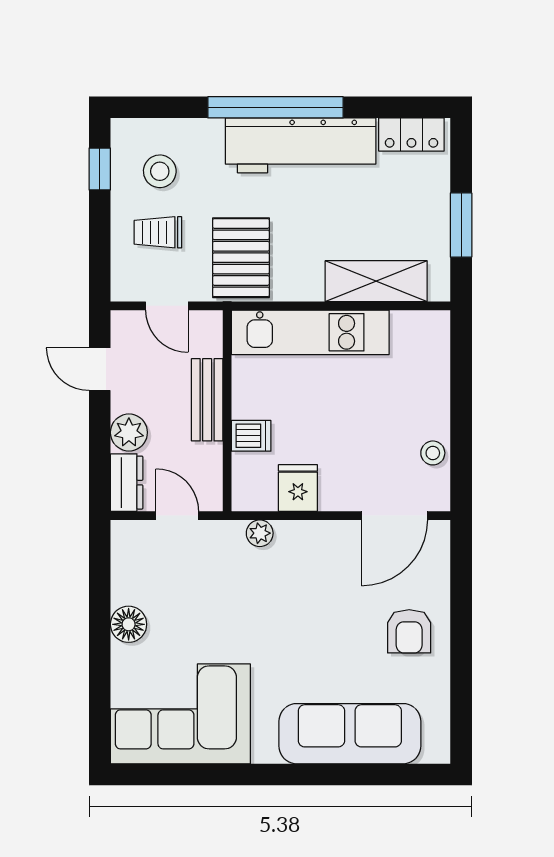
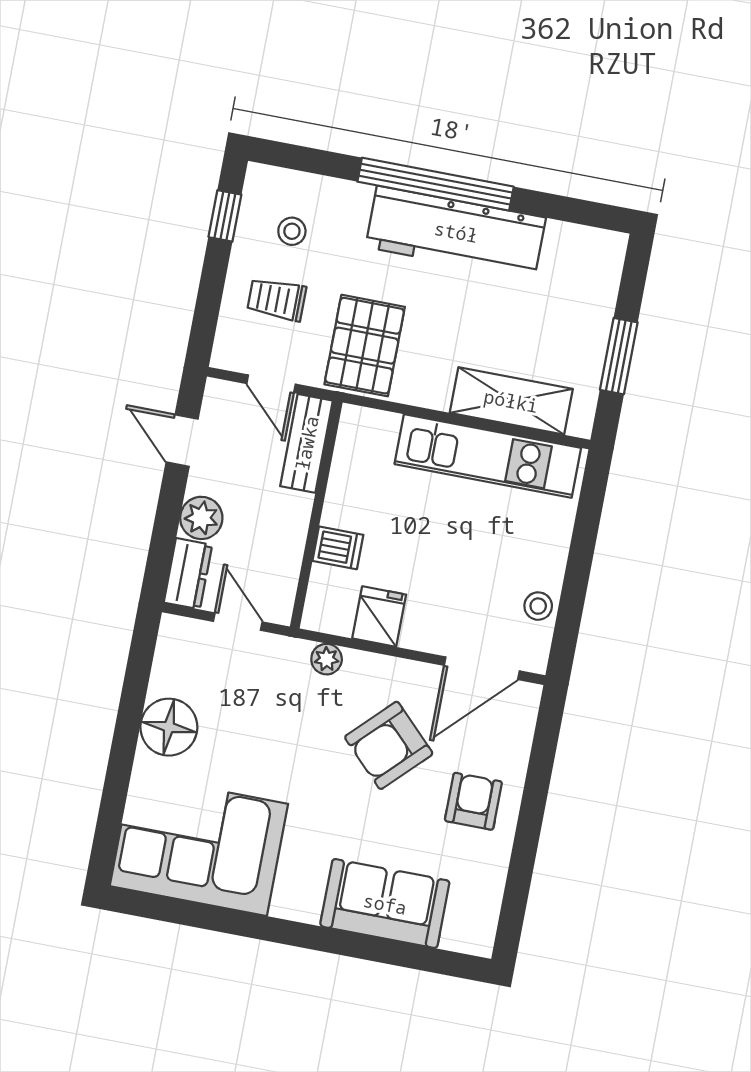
locker: (411, 135) -> (582, 244), removed
stool: (160, 171) -> (292, 231), width x0.73, depth x0.73
kitchen unit: (310, 332) -> (488, 456), moved
bench: (207, 400) -> (307, 443), moved
armchair: (327, 597) -> (389, 745), added
floor lamp: (129, 624) -> (169, 727), width x1.38, depth x1.38
armchair: (409, 631) -> (473, 801), turned 180
sofa: (350, 734) -> (385, 904), width x0.73

